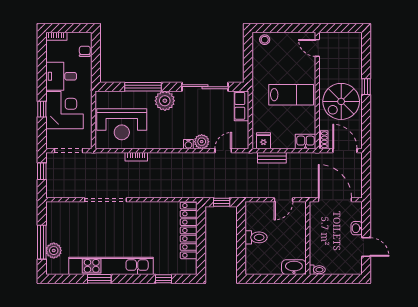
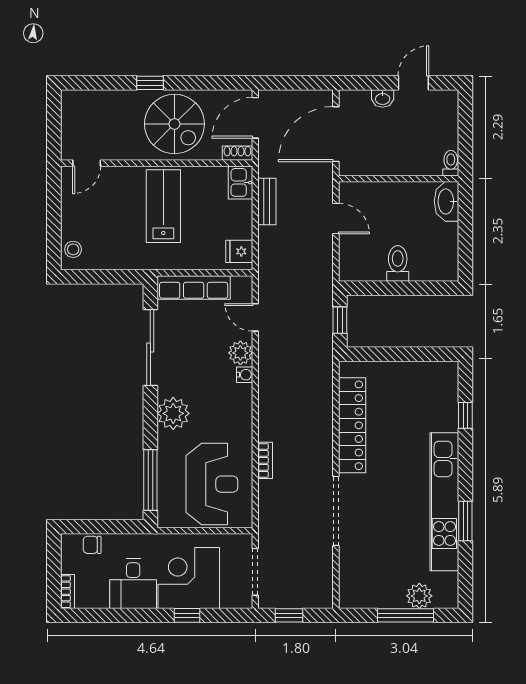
window: (143, 87) -> (150, 480), moved
row of seats: (242, 106) -> (194, 287), width x1.48
bench: (272, 158) -> (267, 202), moved
locker: (189, 230) -> (352, 425), moved, turned -90

